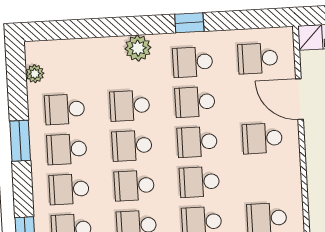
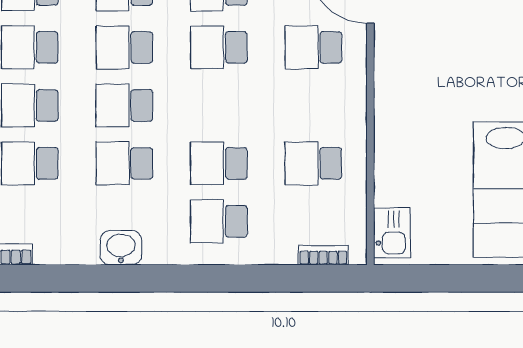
school desk: (199, 182) -> (219, 105), removed

